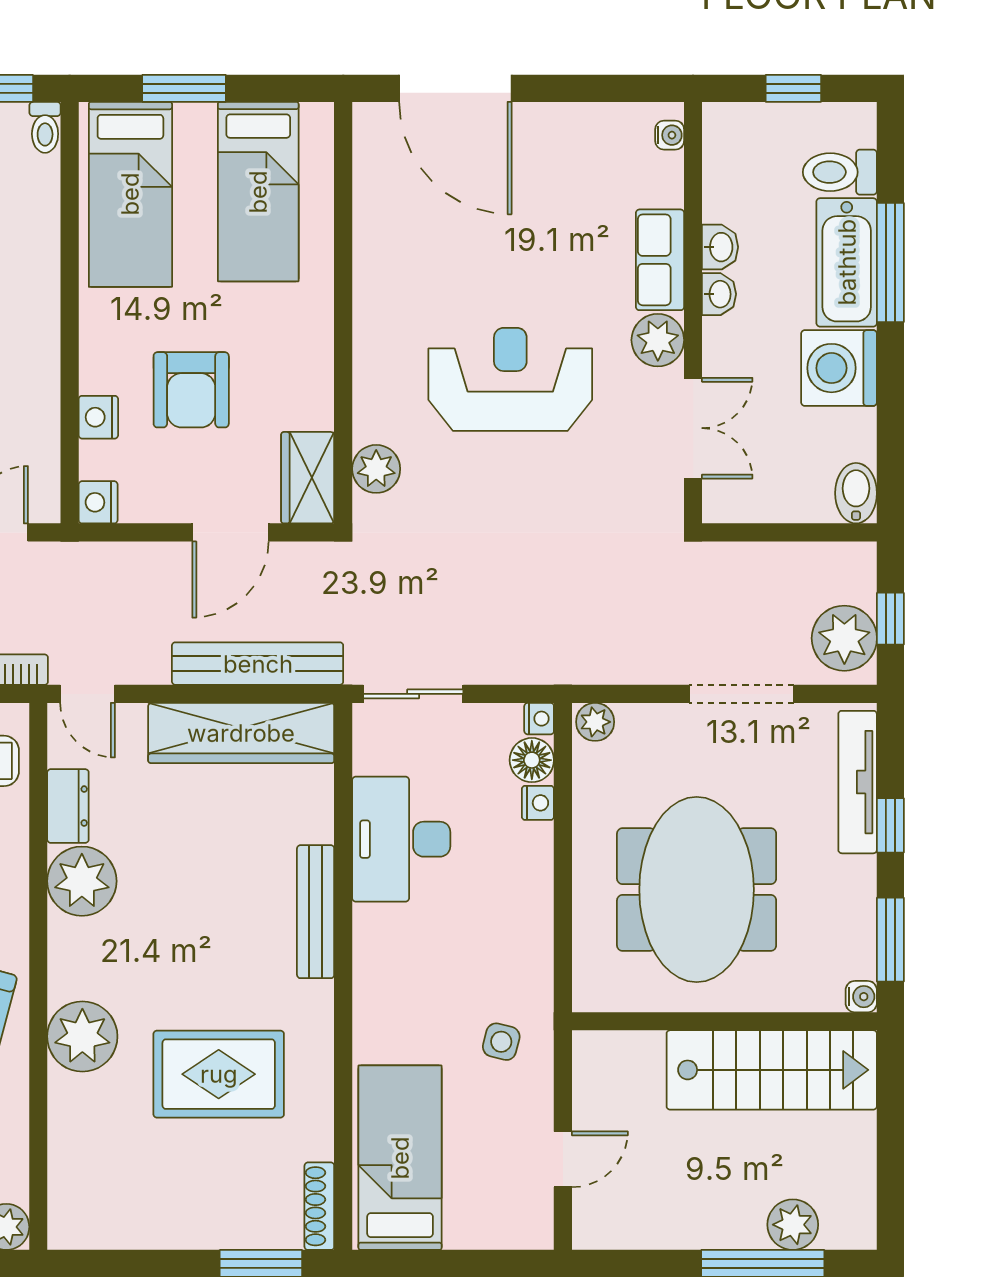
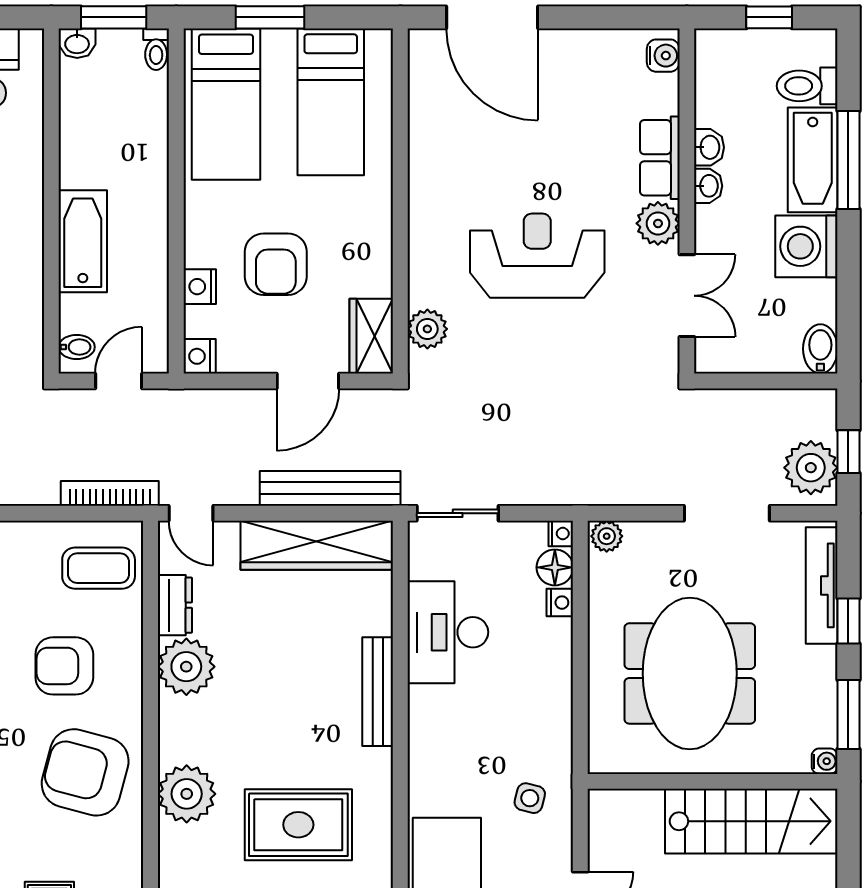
water cooler: (670, 135) -> (663, 56), width x1.38, depth x1.38

